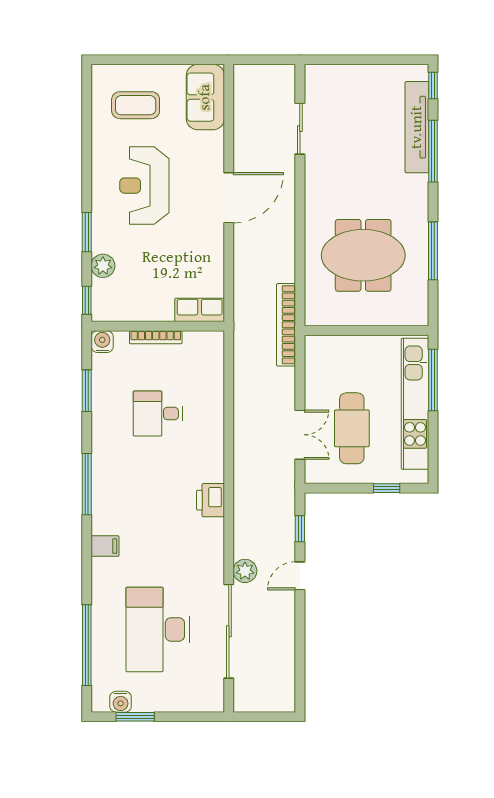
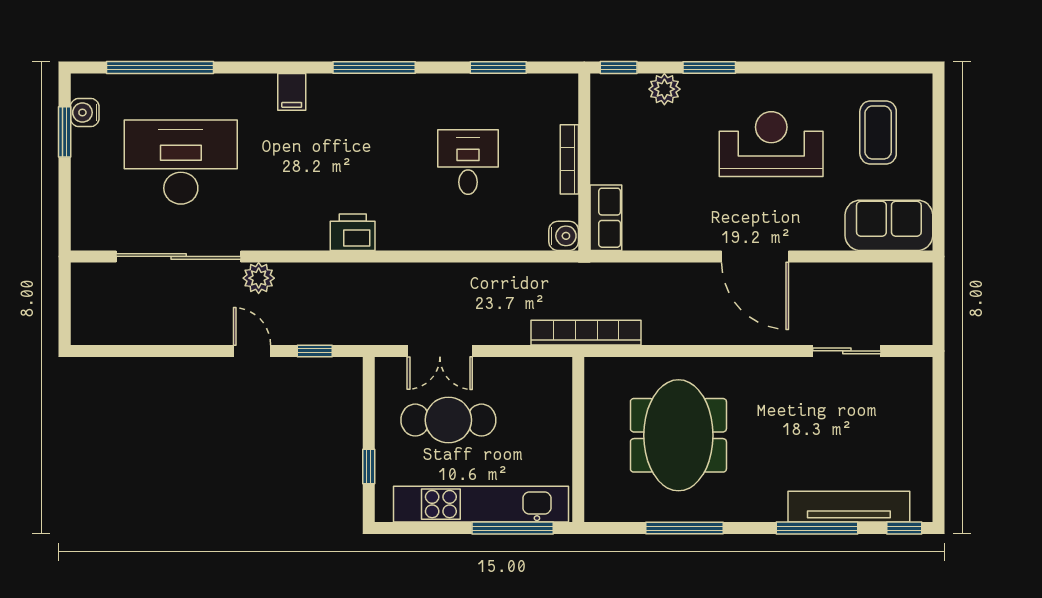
water cooler: (102, 342) -> (564, 236), moved

